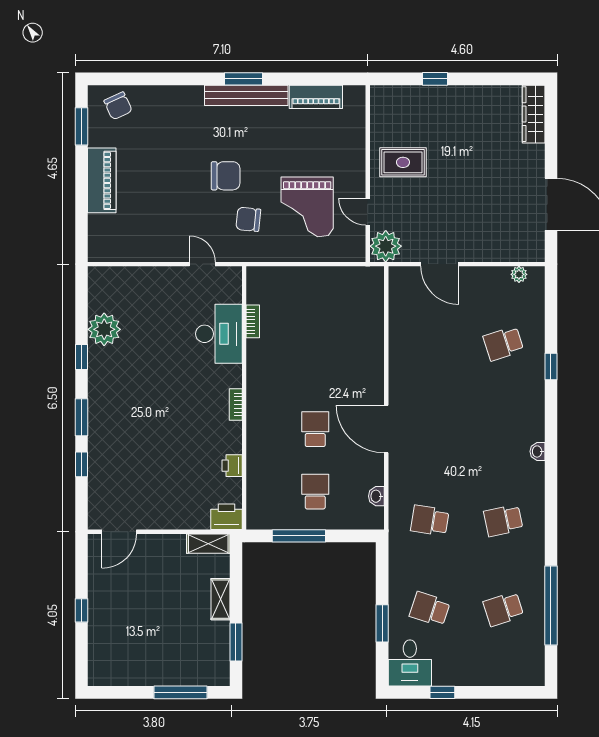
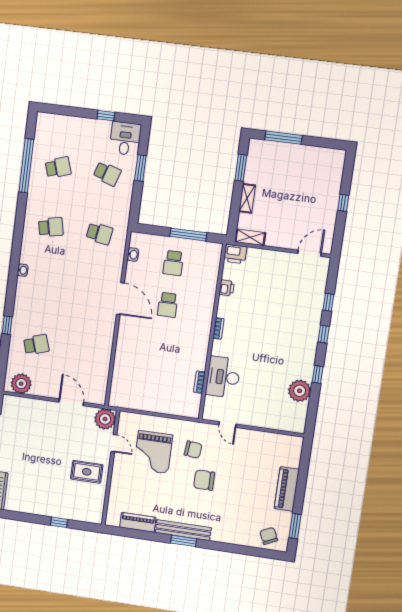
grand piano: (307, 207) -> (153, 452), turned 180
plant: (519, 274) -> (21, 384), width x1.88, depth x1.88
window: (82, 417) -> (324, 334), width x0.67

